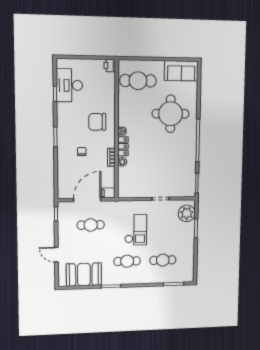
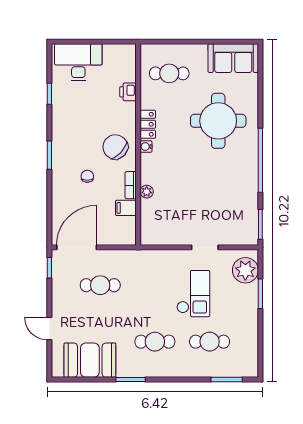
printer: (110, 66) -> (128, 92), moved
cafe table: (138, 81) -> (169, 73), width x0.73, depth x0.74
desk: (69, 85) -> (78, 62), moved, turned 90
chair: (97, 122) -> (115, 147), moved, turned 43
locker: (123, 146) -> (148, 124), moved
filing cabinet: (108, 193) -> (126, 208), moved
door: (87, 200) -> (77, 247), moved
checkout: (136, 230) -> (193, 294), moved

